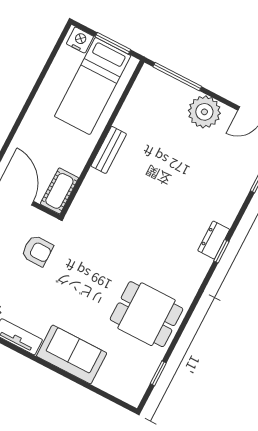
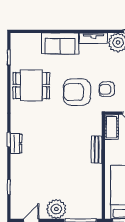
bench: (109, 150) -> (97, 150), moved
armchair: (84, 269) -> (77, 92), added

